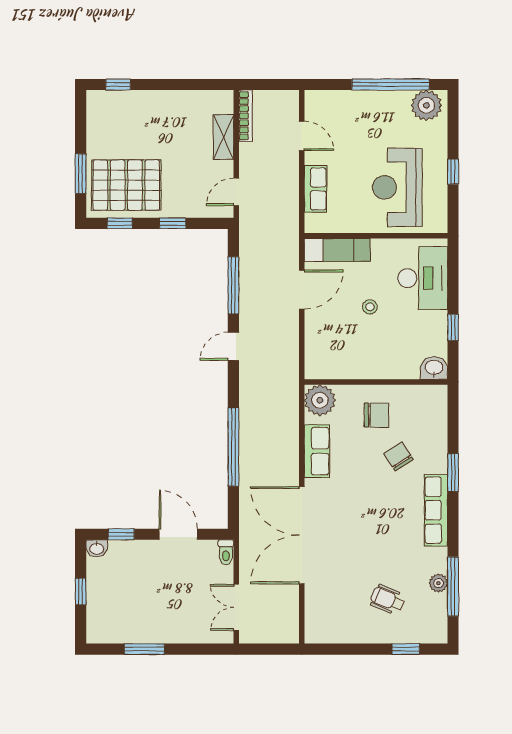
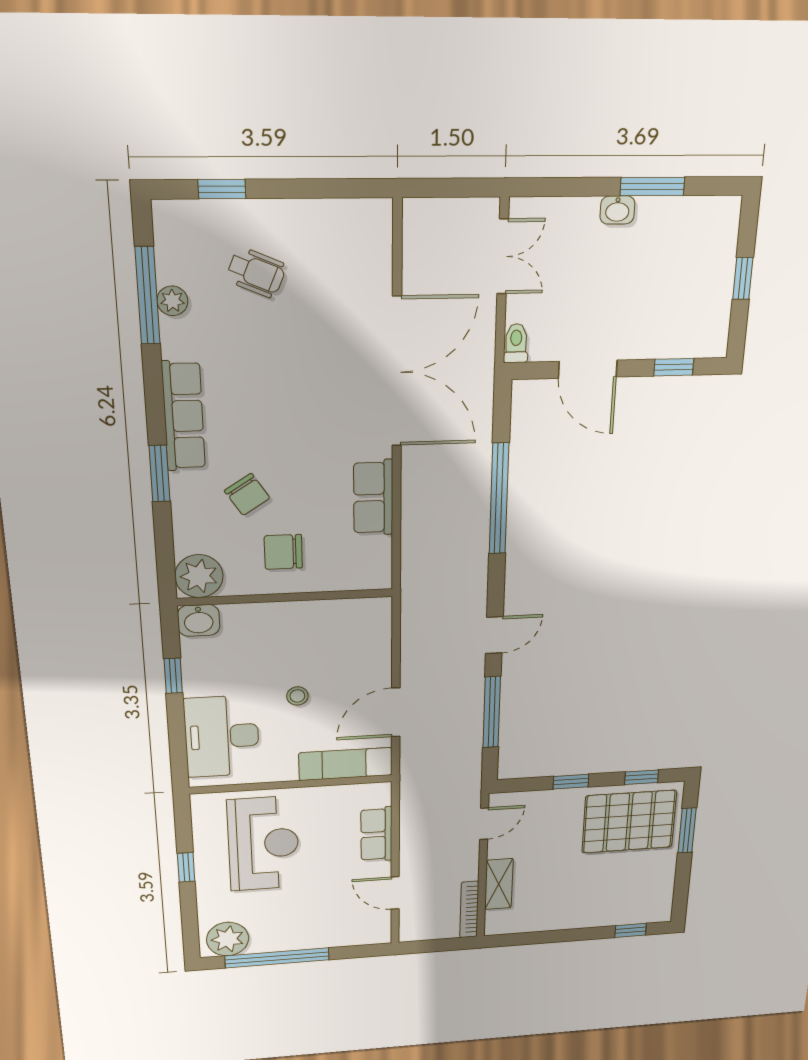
plant: (320, 400) -> (199, 576), moved
washbasin: (97, 548) -> (617, 210), moved, turned 180

